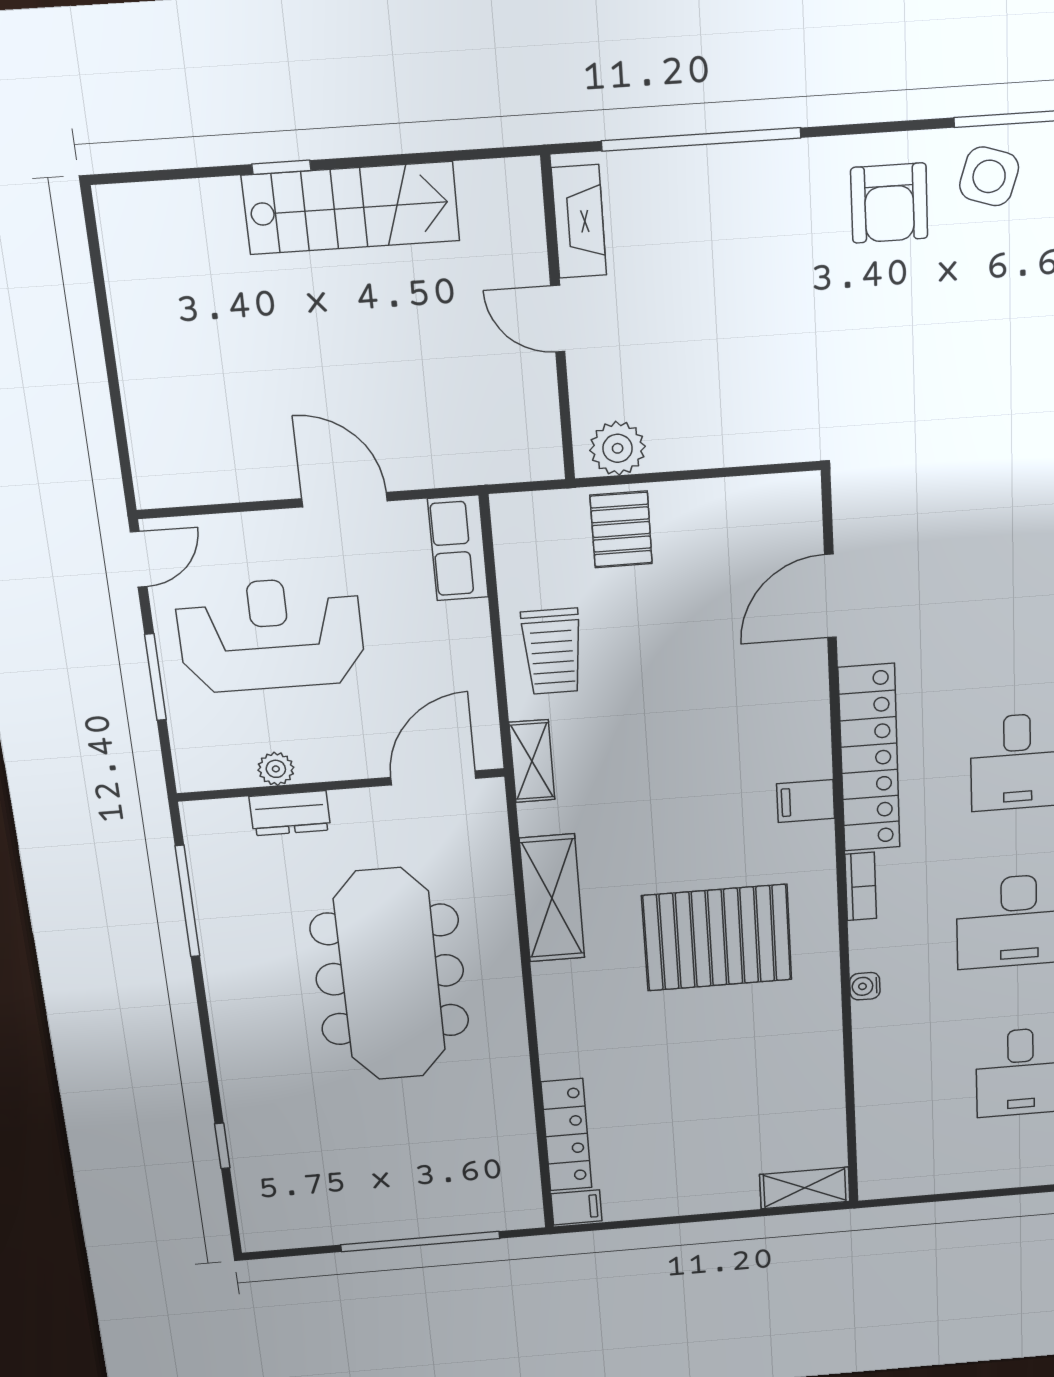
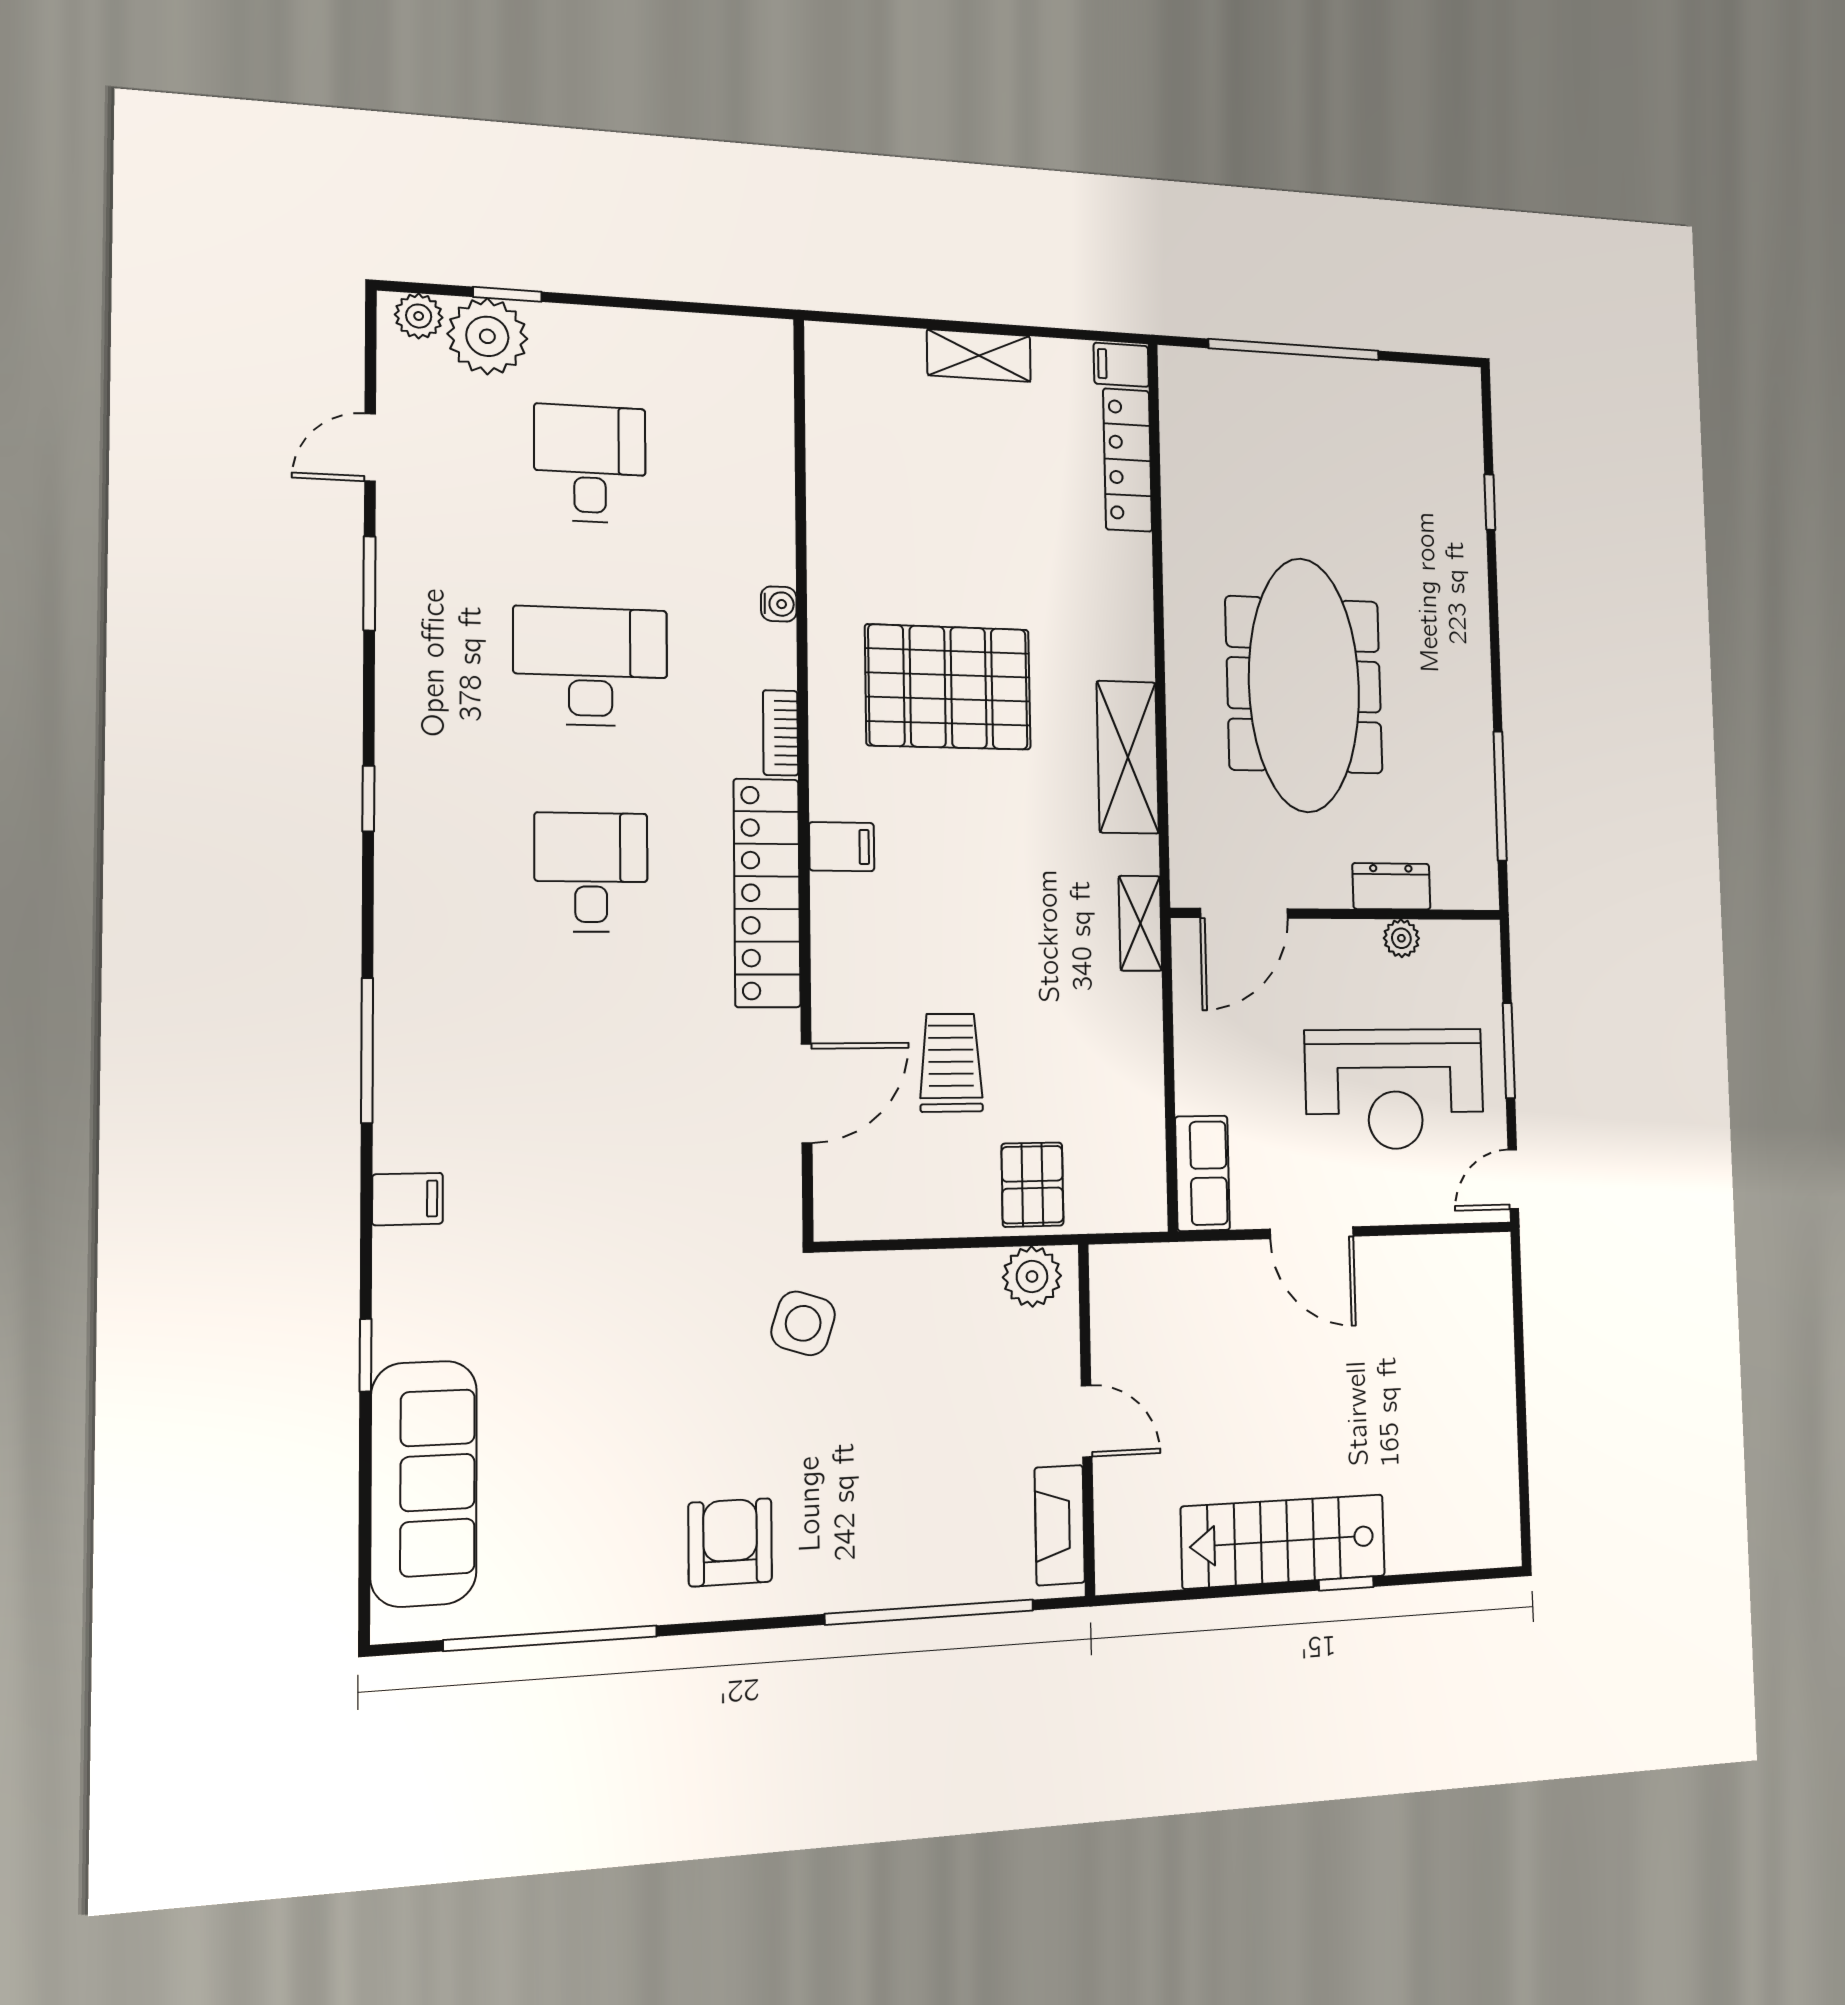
side table: (989, 176) -> (803, 1323), moved
trolley: (552, 651) -> (951, 1063), moved
shelving: (805, 1188) -> (979, 356), moved

